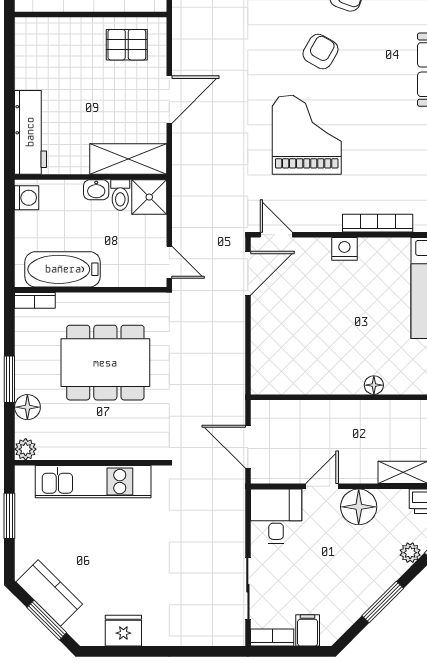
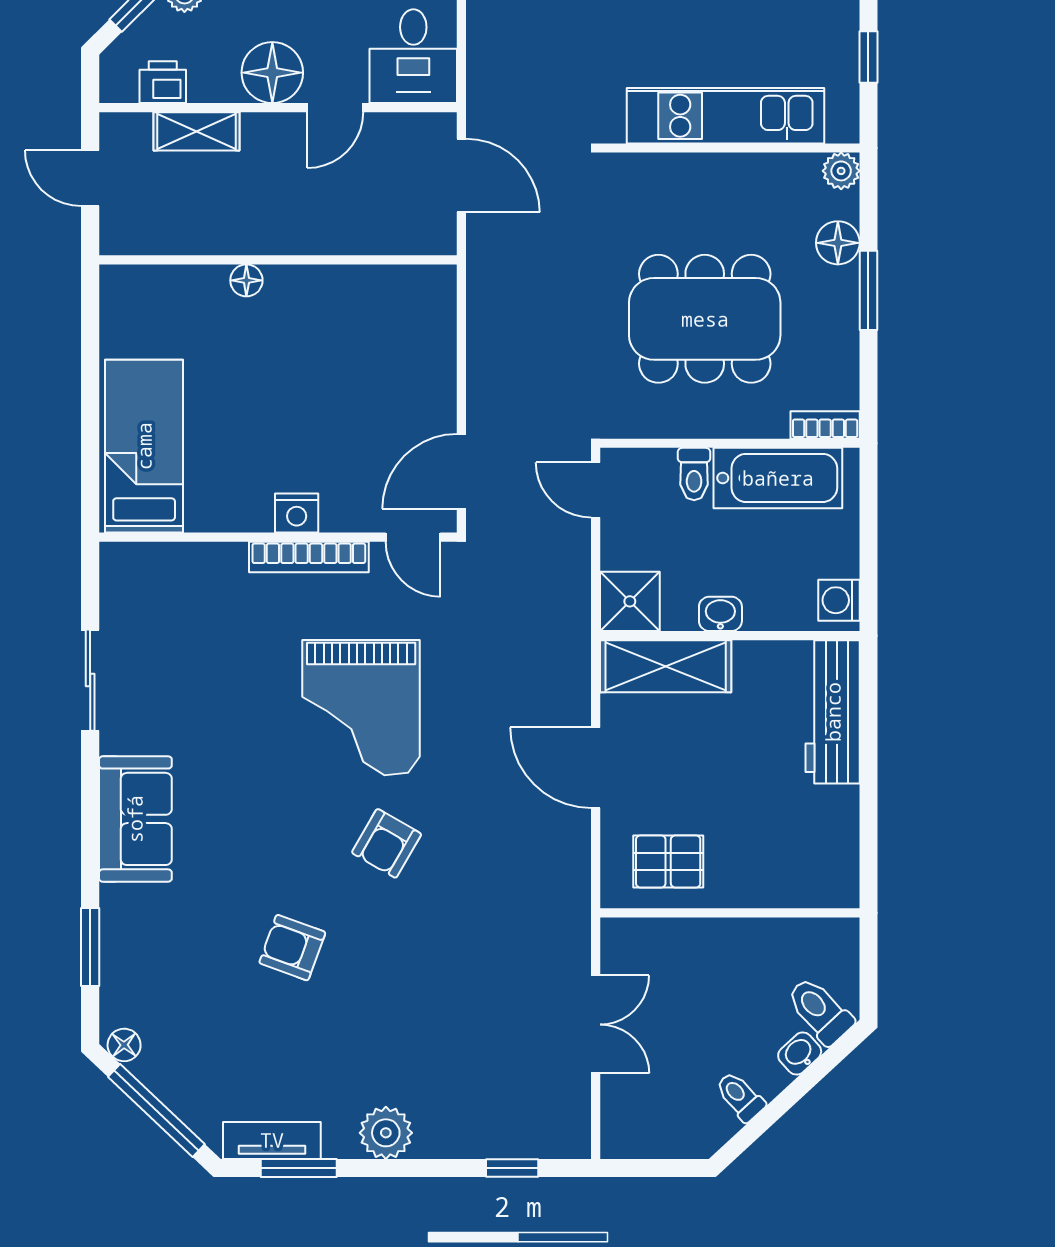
armchair: (320, 52) -> (387, 843), moved
door: (169, 100) -> (596, 768), hinge flipped
toilet: (120, 195) -> (694, 474), moved, turned 180
bookcase: (378, 223) -> (309, 557), moved
window: (9, 516) -> (868, 57), width x0.67

